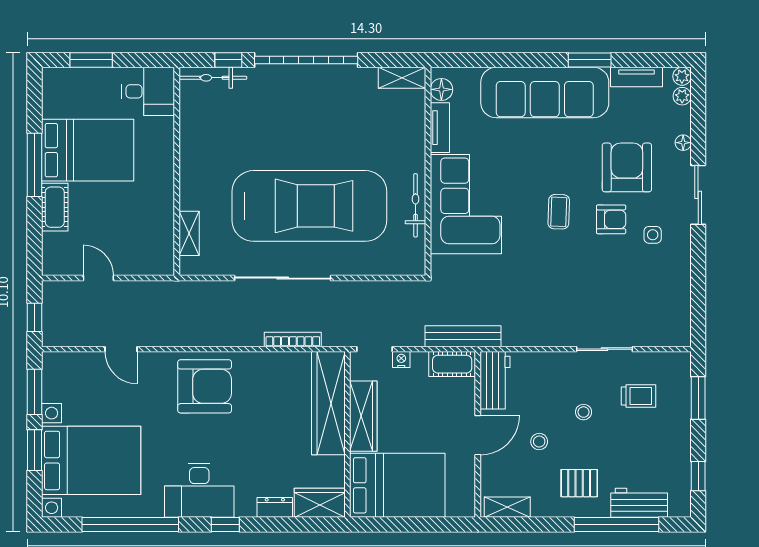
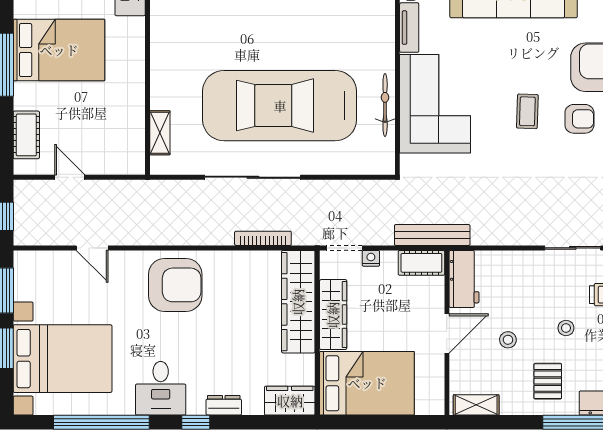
car: (309, 206) -> (280, 106), turned 180
cot: (55, 207) -> (26, 135), moved
stool: (584, 412) -> (566, 328), moved
pallet: (579, 483) -> (548, 381), turned 90
desk: (199, 490) -> (161, 388), width x0.73
dresser: (275, 507) -> (224, 405), moved

